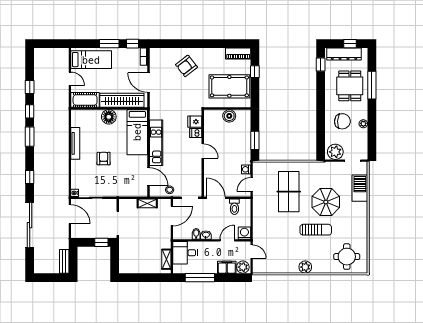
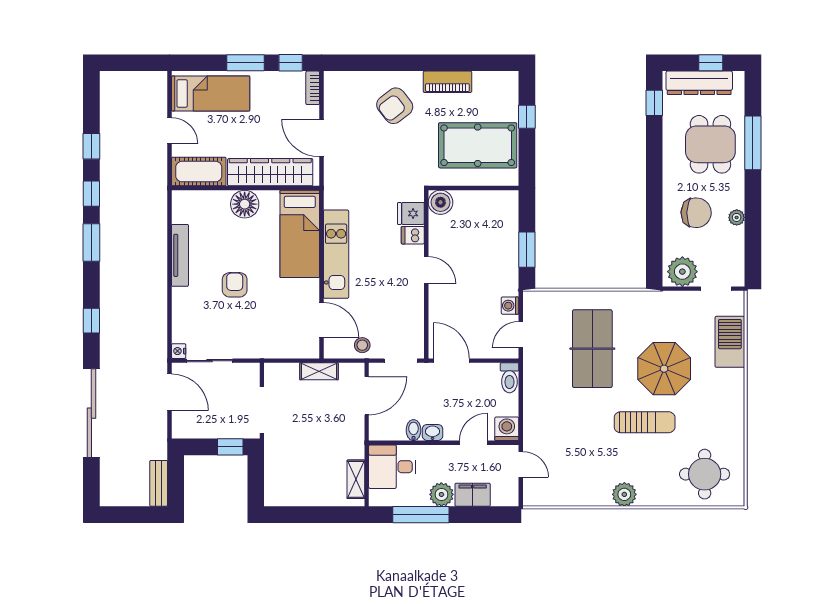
piano: (238, 54) -> (447, 82), moved
boiler: (229, 116) -> (441, 202), moved
toilet: (234, 207) -> (509, 378), moved
plant: (243, 267) -> (441, 494), moved

